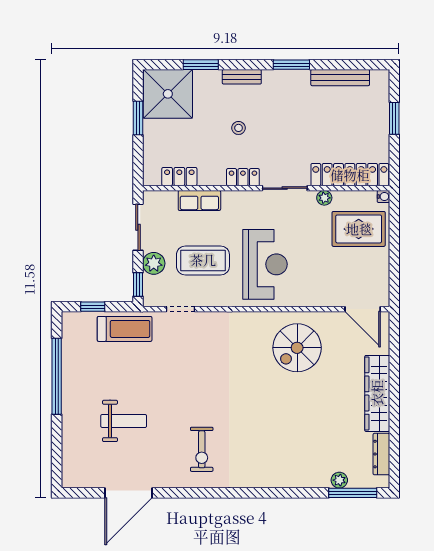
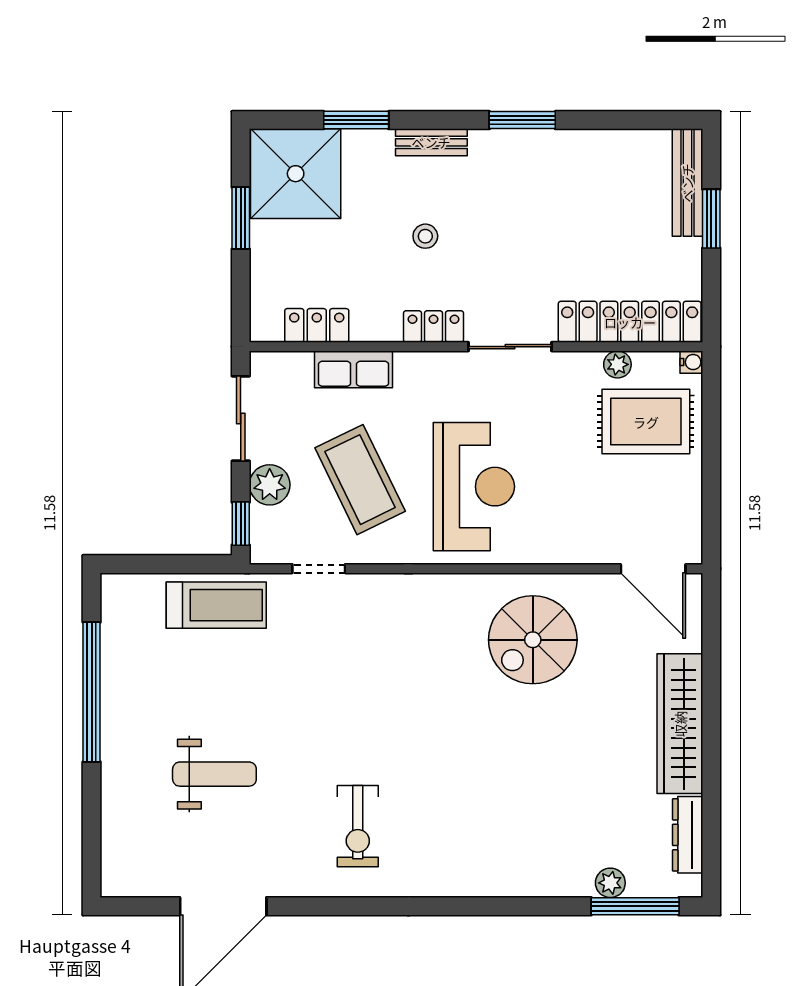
bench: (340, 78) -> (687, 183), moved, turned 90
plant: (324, 198) -> (617, 364), moved
coffee table: (203, 260) -> (360, 480), turned 64
window: (93, 307) -> (158, 564), removed

